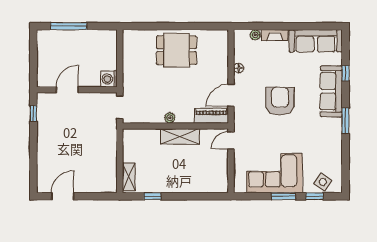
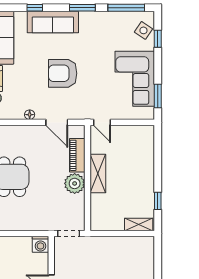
piano: (211, 116) -> (77, 155), moved
plant: (170, 118) -> (75, 183), width x1.88, depth x1.88
window: (345, 165) -> (126, 8), added
window: (283, 196) -> (158, 96), moved

